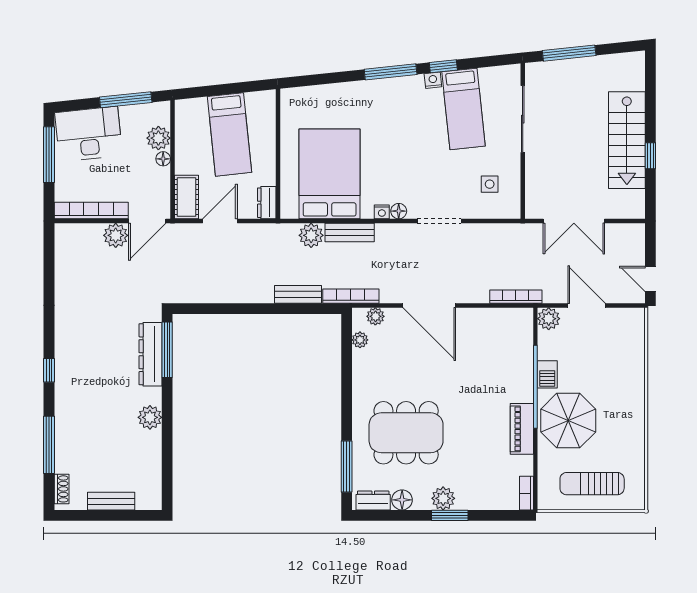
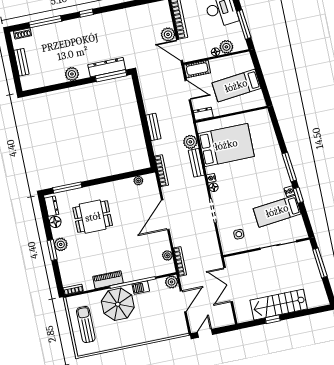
bench: (298, 294) -> (153, 127), moved
plant: (375, 316) -> (167, 255), moved
dining table: (406, 433) -> (93, 217), width x0.73

